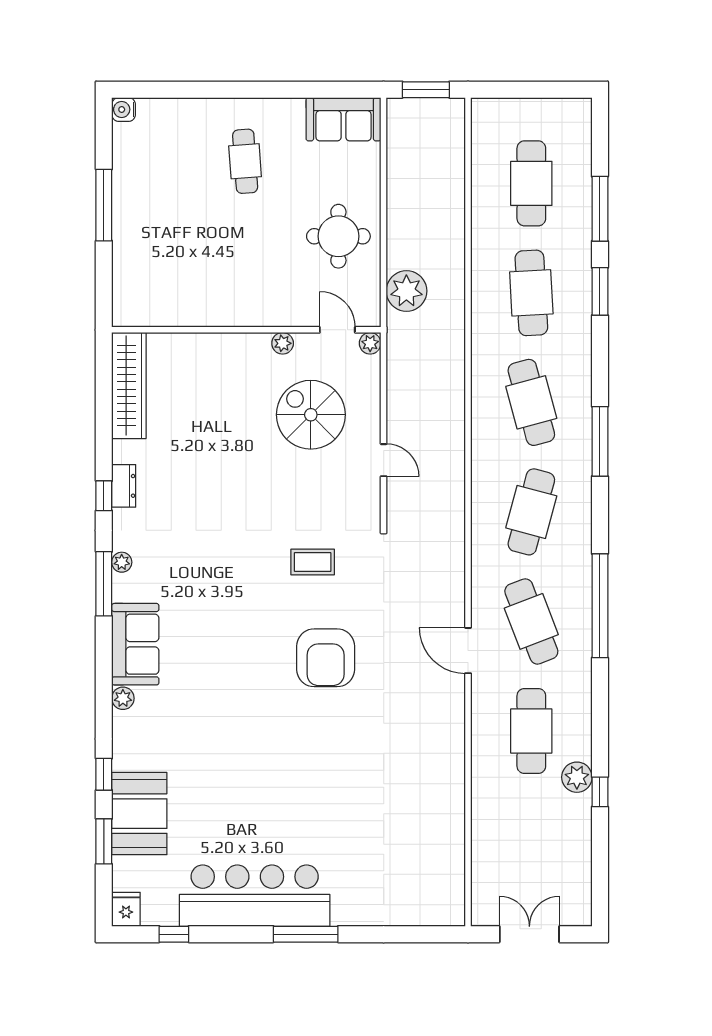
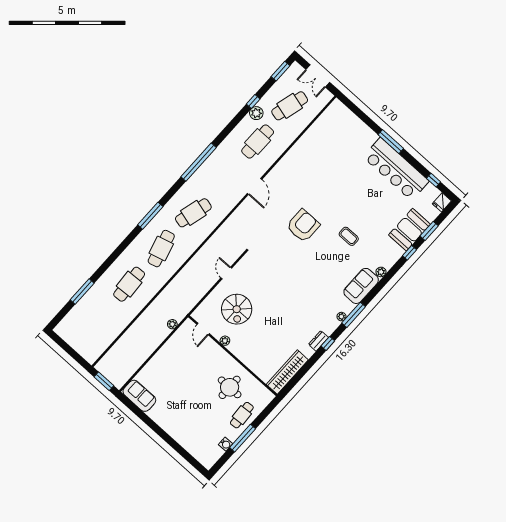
water cooler: (124, 109) -> (226, 444), moved
cafe table: (245, 161) -> (242, 415), moved
cafe table: (531, 183) -> (97, 320), removed
round table: (338, 236) -> (230, 387), moved
plant: (406, 291) -> (172, 324), width x0.53, depth x0.53
window: (600, 291) -> (280, 71), moved
plant: (370, 343) -> (196, 315), removed
coffee table: (313, 562) -> (349, 236), moved
cafe table: (531, 621) -> (290, 106), moved, turned 36

